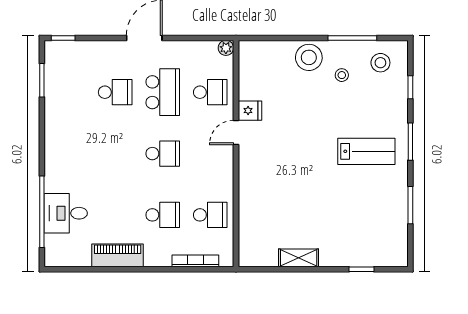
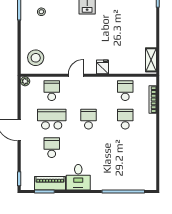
stool: (309, 57) -> (36, 58), moved
fridge: (250, 111) -> (102, 67), moved
door: (236, 132) -> (76, 75), swing flipped
desk: (66, 213) -> (78, 177), moved
piano: (118, 255) -> (50, 183), moved, turned 90
shelving: (299, 258) -> (151, 60), moved

